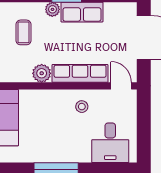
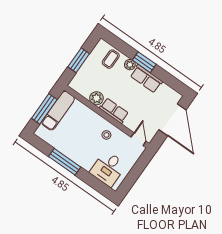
coffee table: (23, 32) -> (111, 59), moved
row of seats: (80, 73) -> (114, 111), width x0.68

